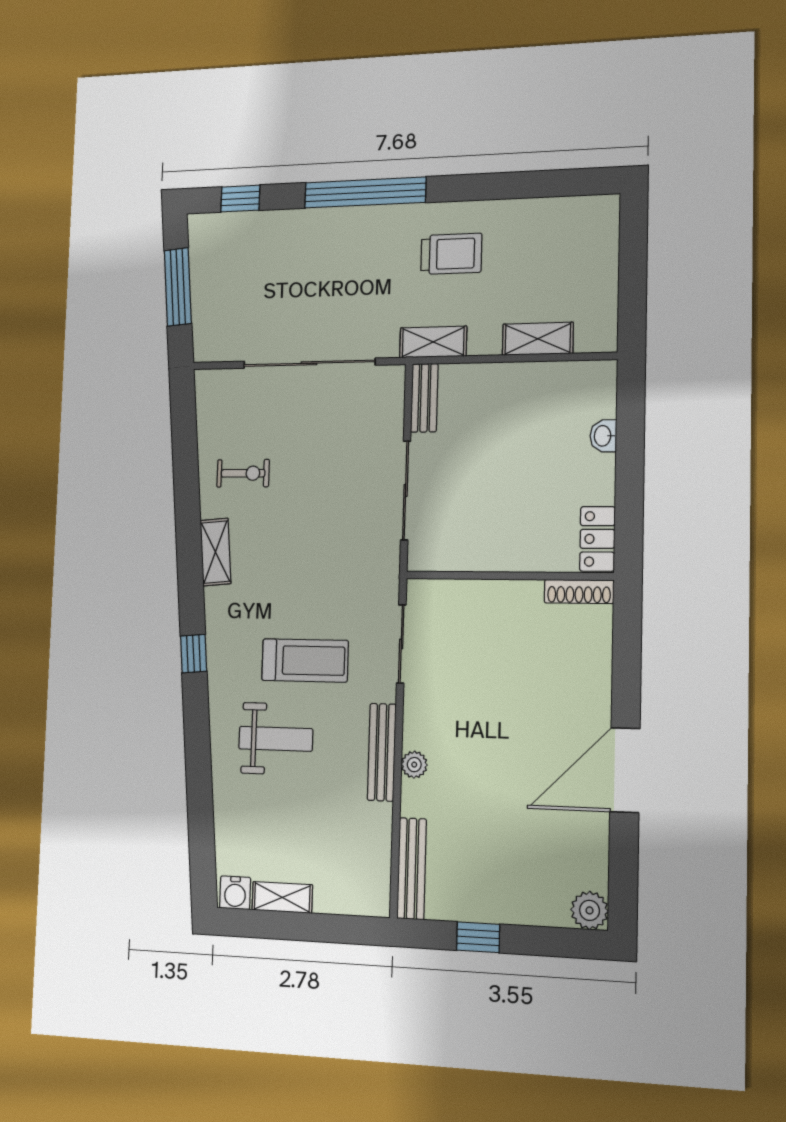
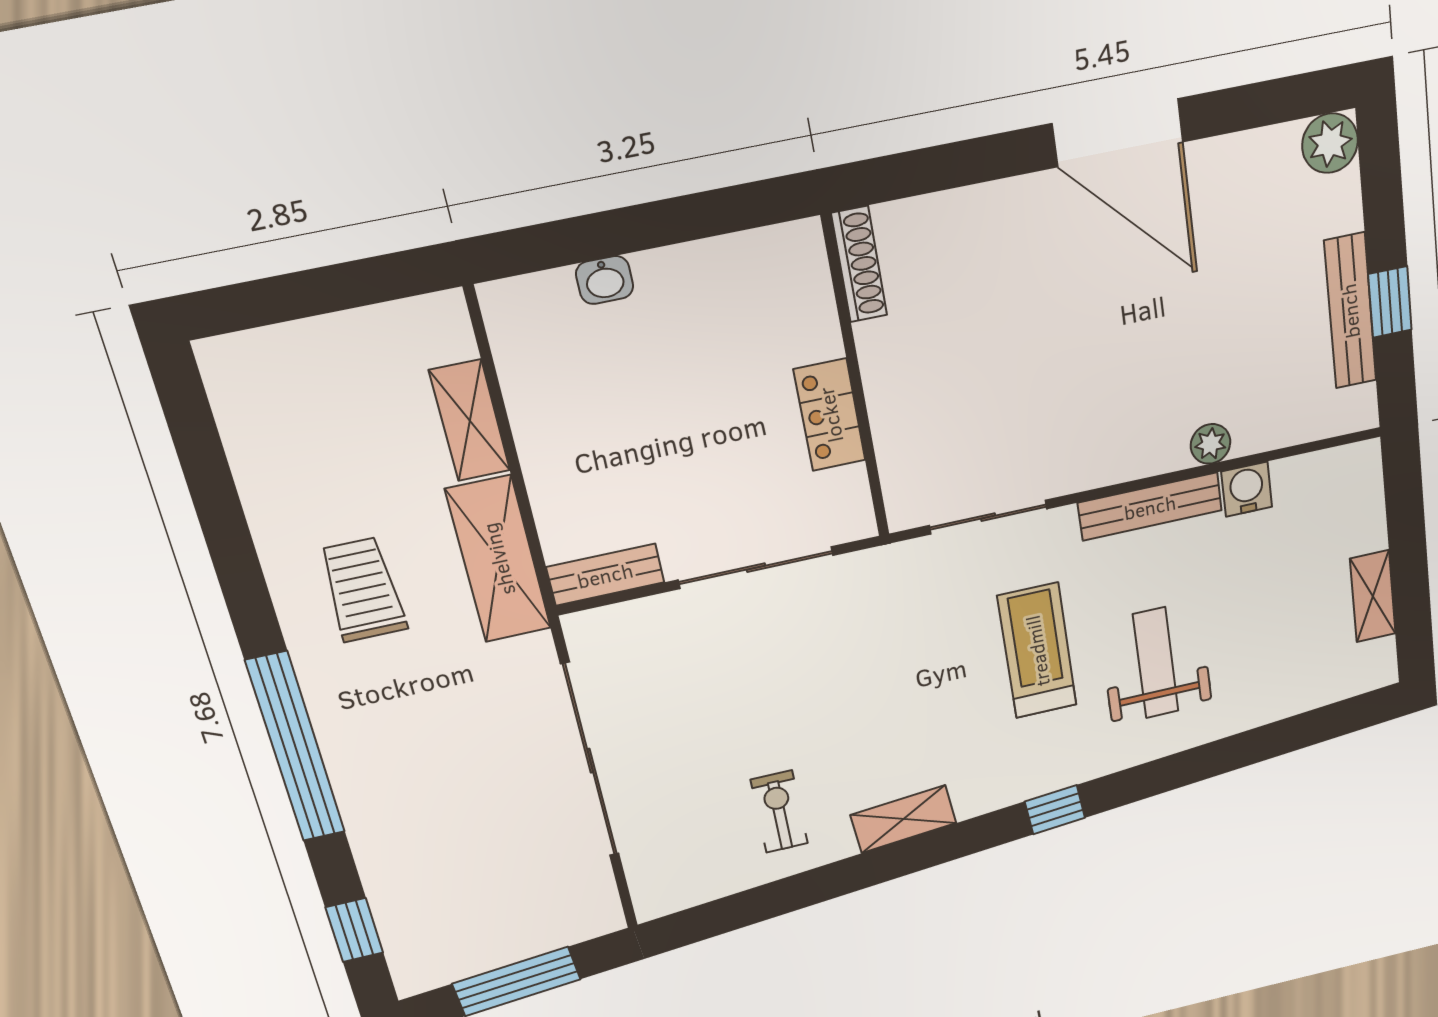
shelving: (433, 342) -> (498, 559), width x1.50, depth x1.33
locker: (597, 539) -> (830, 415), moved, turned 90
plant: (414, 765) -> (1211, 444), moved
bench: (412, 869) -> (1350, 311), moved, turned 90
water cooler: (235, 893) -> (1247, 489), moved, turned -90

